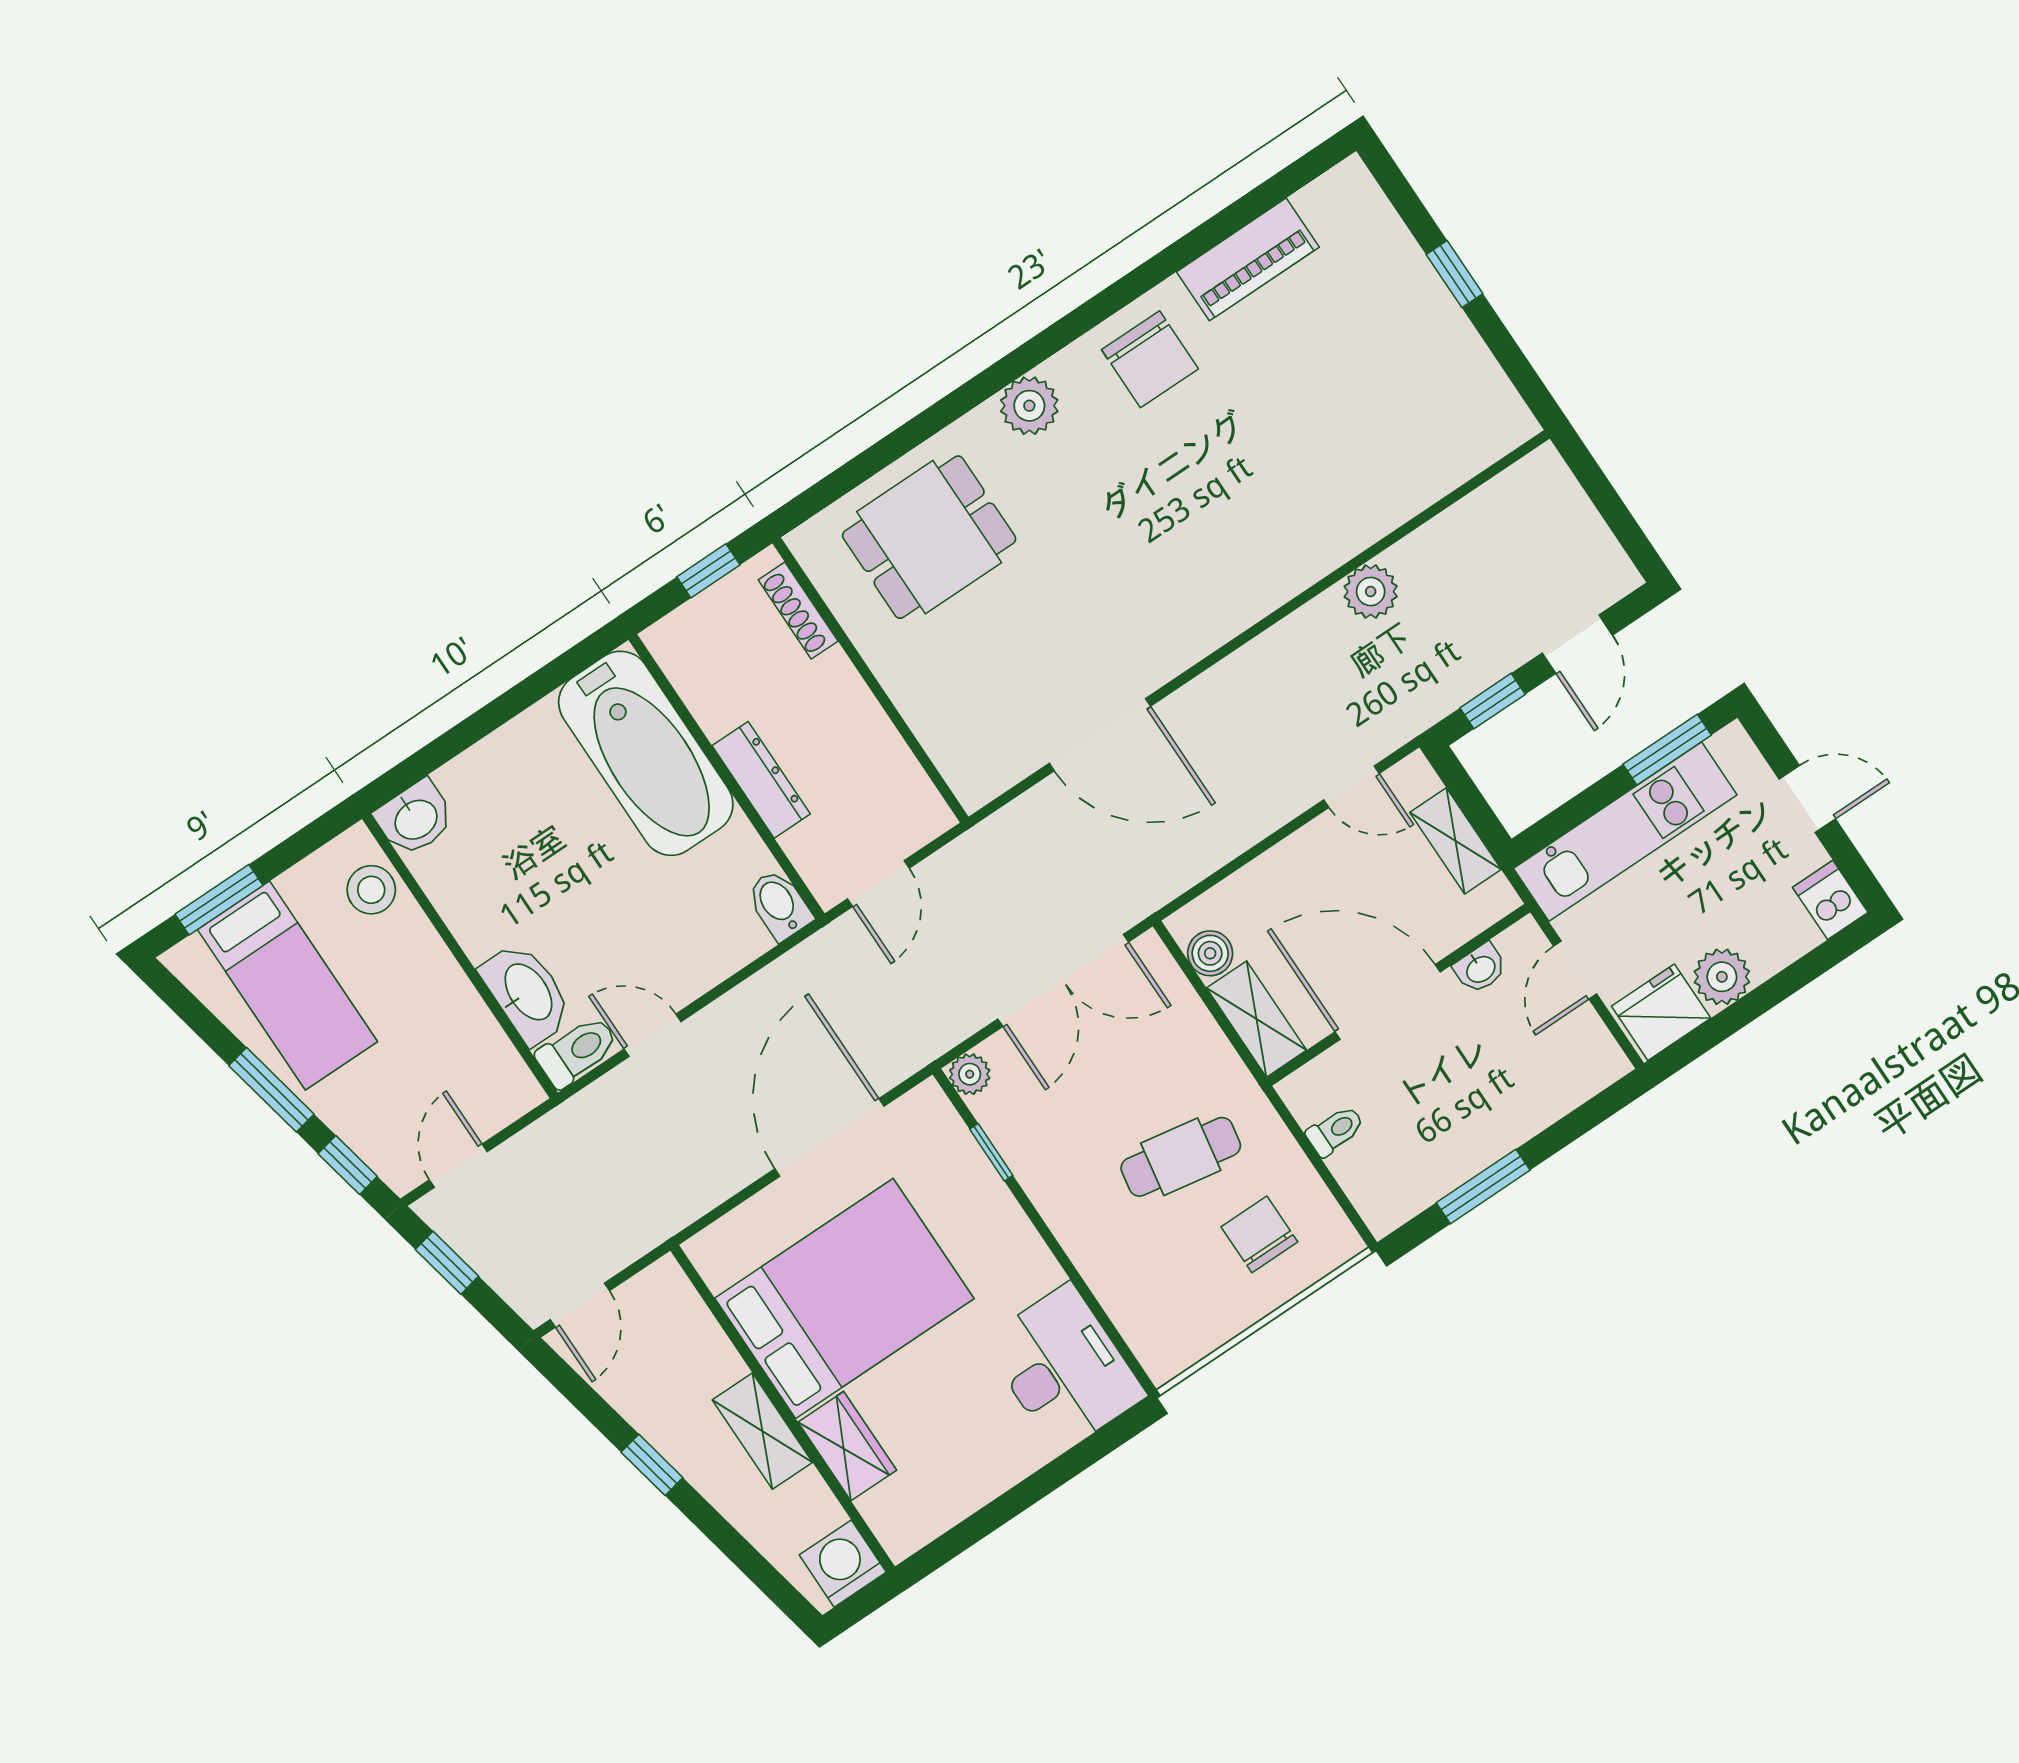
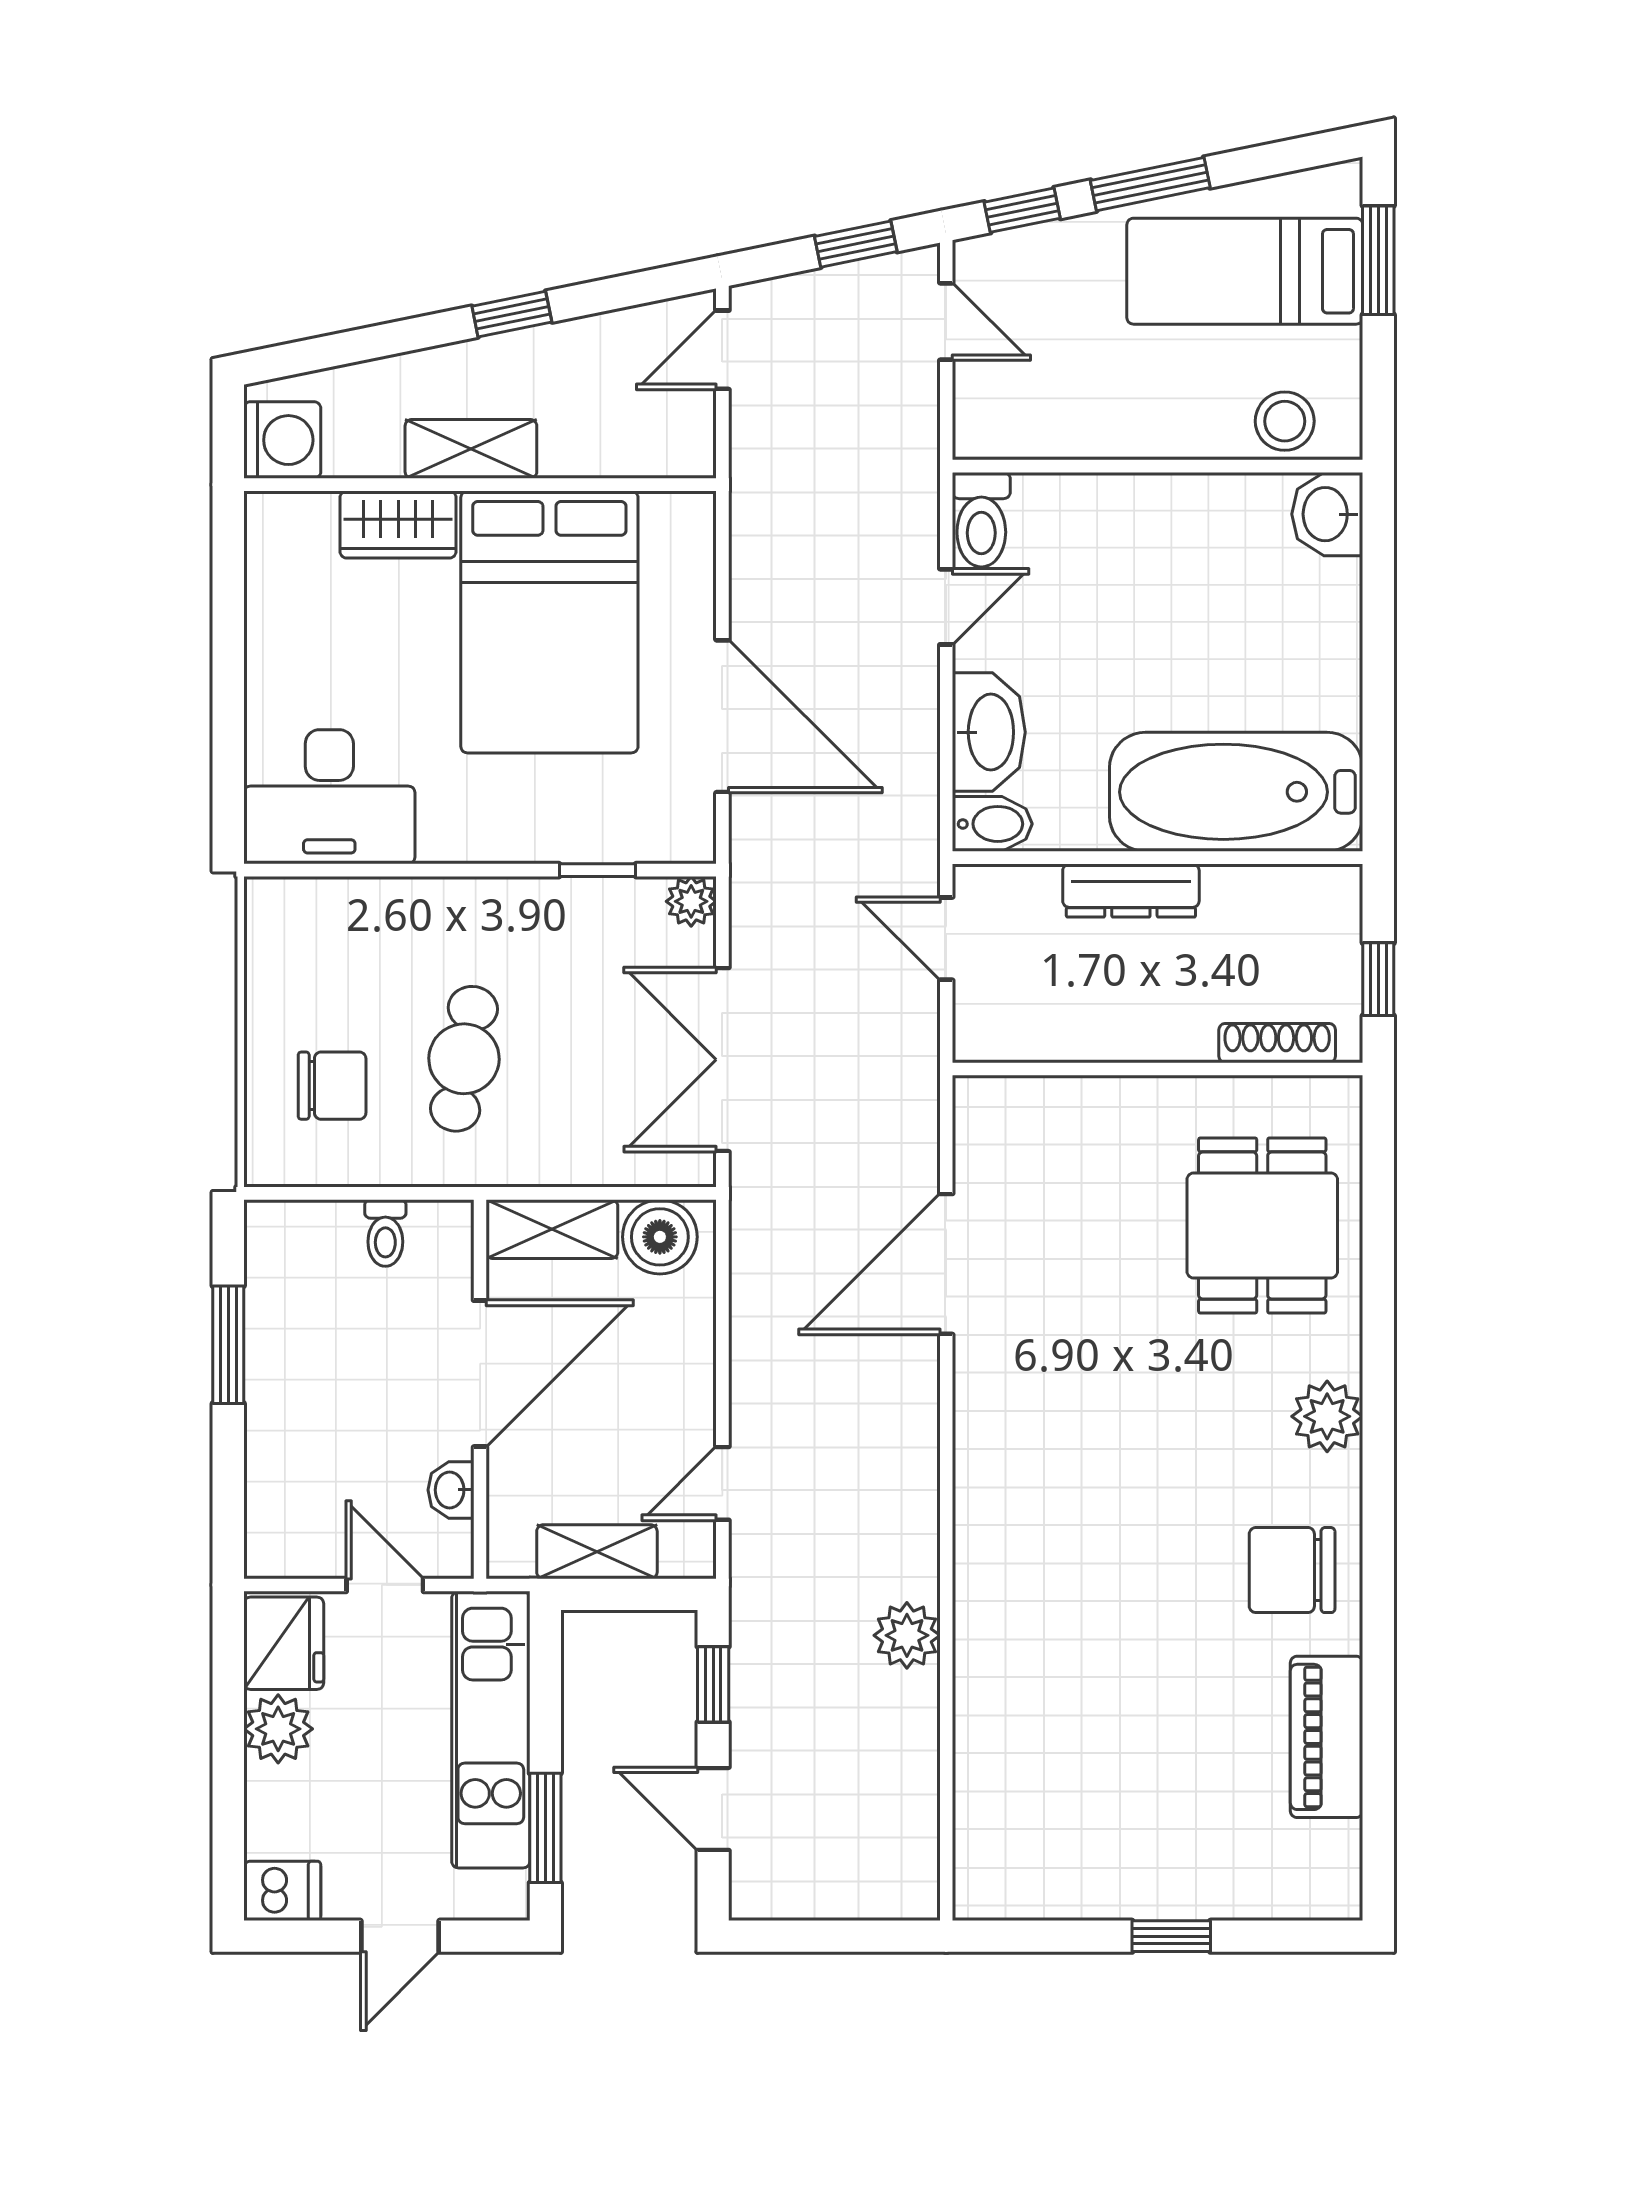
boiler: (1210, 953) -> (660, 1237), width x1.36, depth x1.36
washbasin: (527, 993) -> (989, 732), moved, turned -90
door: (580, 1305) -> (722, 350), hinge flipped

